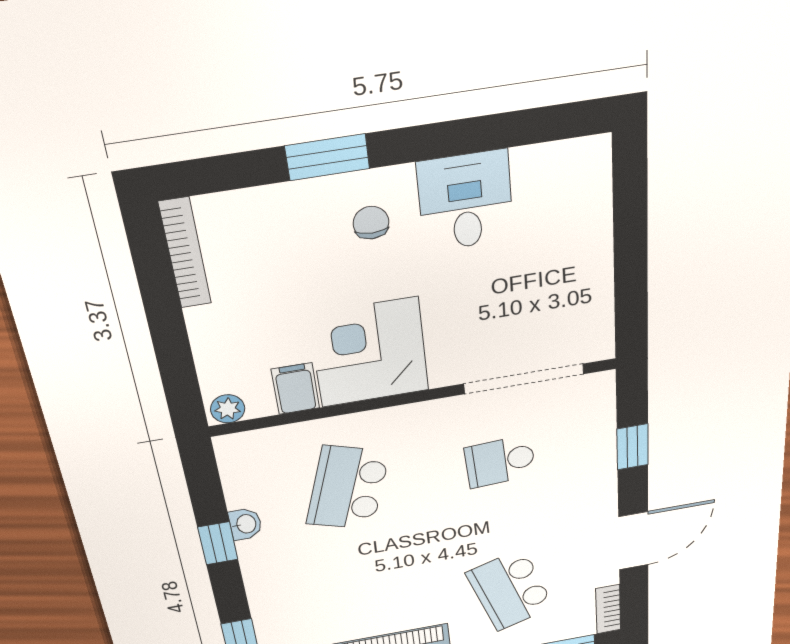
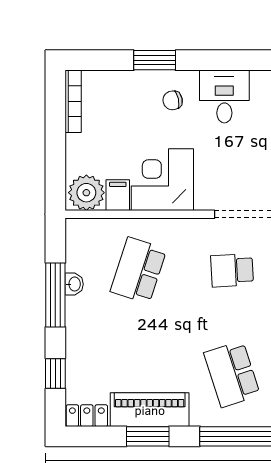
chair: (371, 223) -> (173, 100), turned -103
plant: (228, 409) -> (86, 193), width x1.87, depth x1.87
window: (218, 543) -> (55, 295), width x2.17

